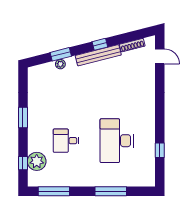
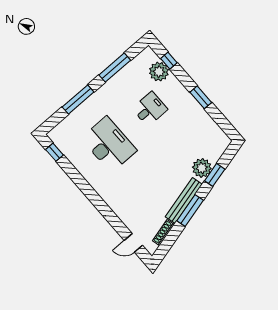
window: (100, 44) -> (190, 210), width x2.17
plant: (60, 64) -> (202, 168), width x1.88, depth x1.88
window: (160, 150) -> (54, 152), moved
window: (54, 191) -> (115, 68), moved

